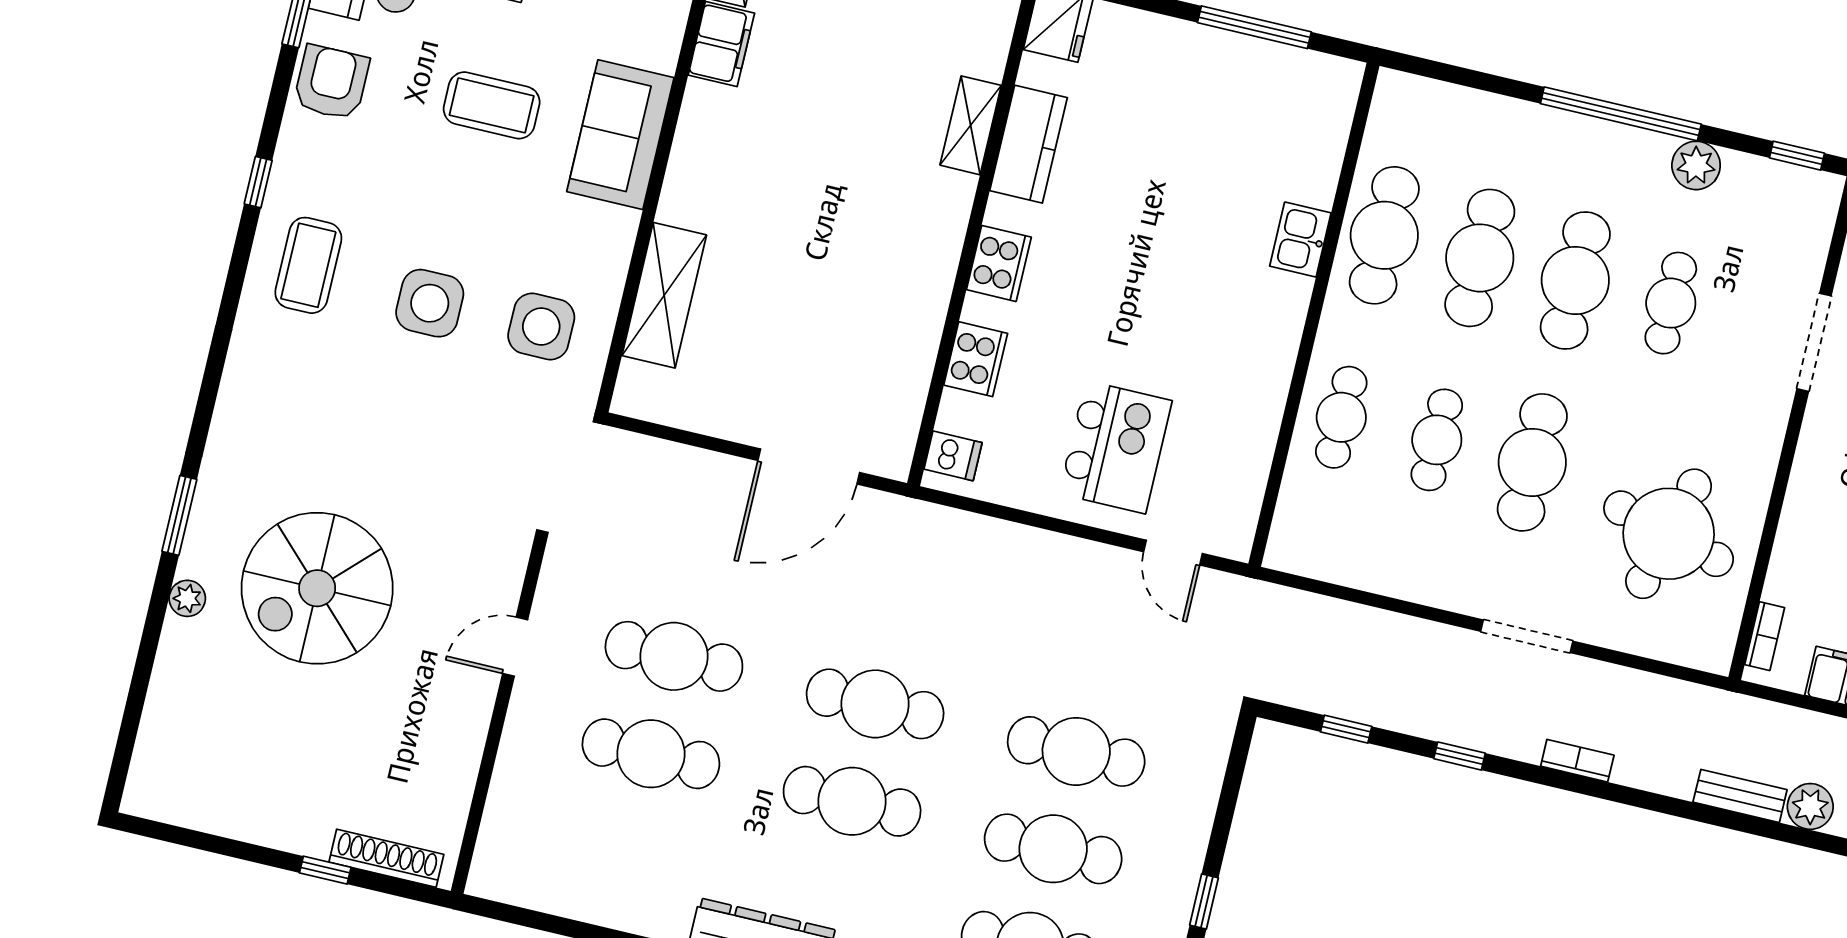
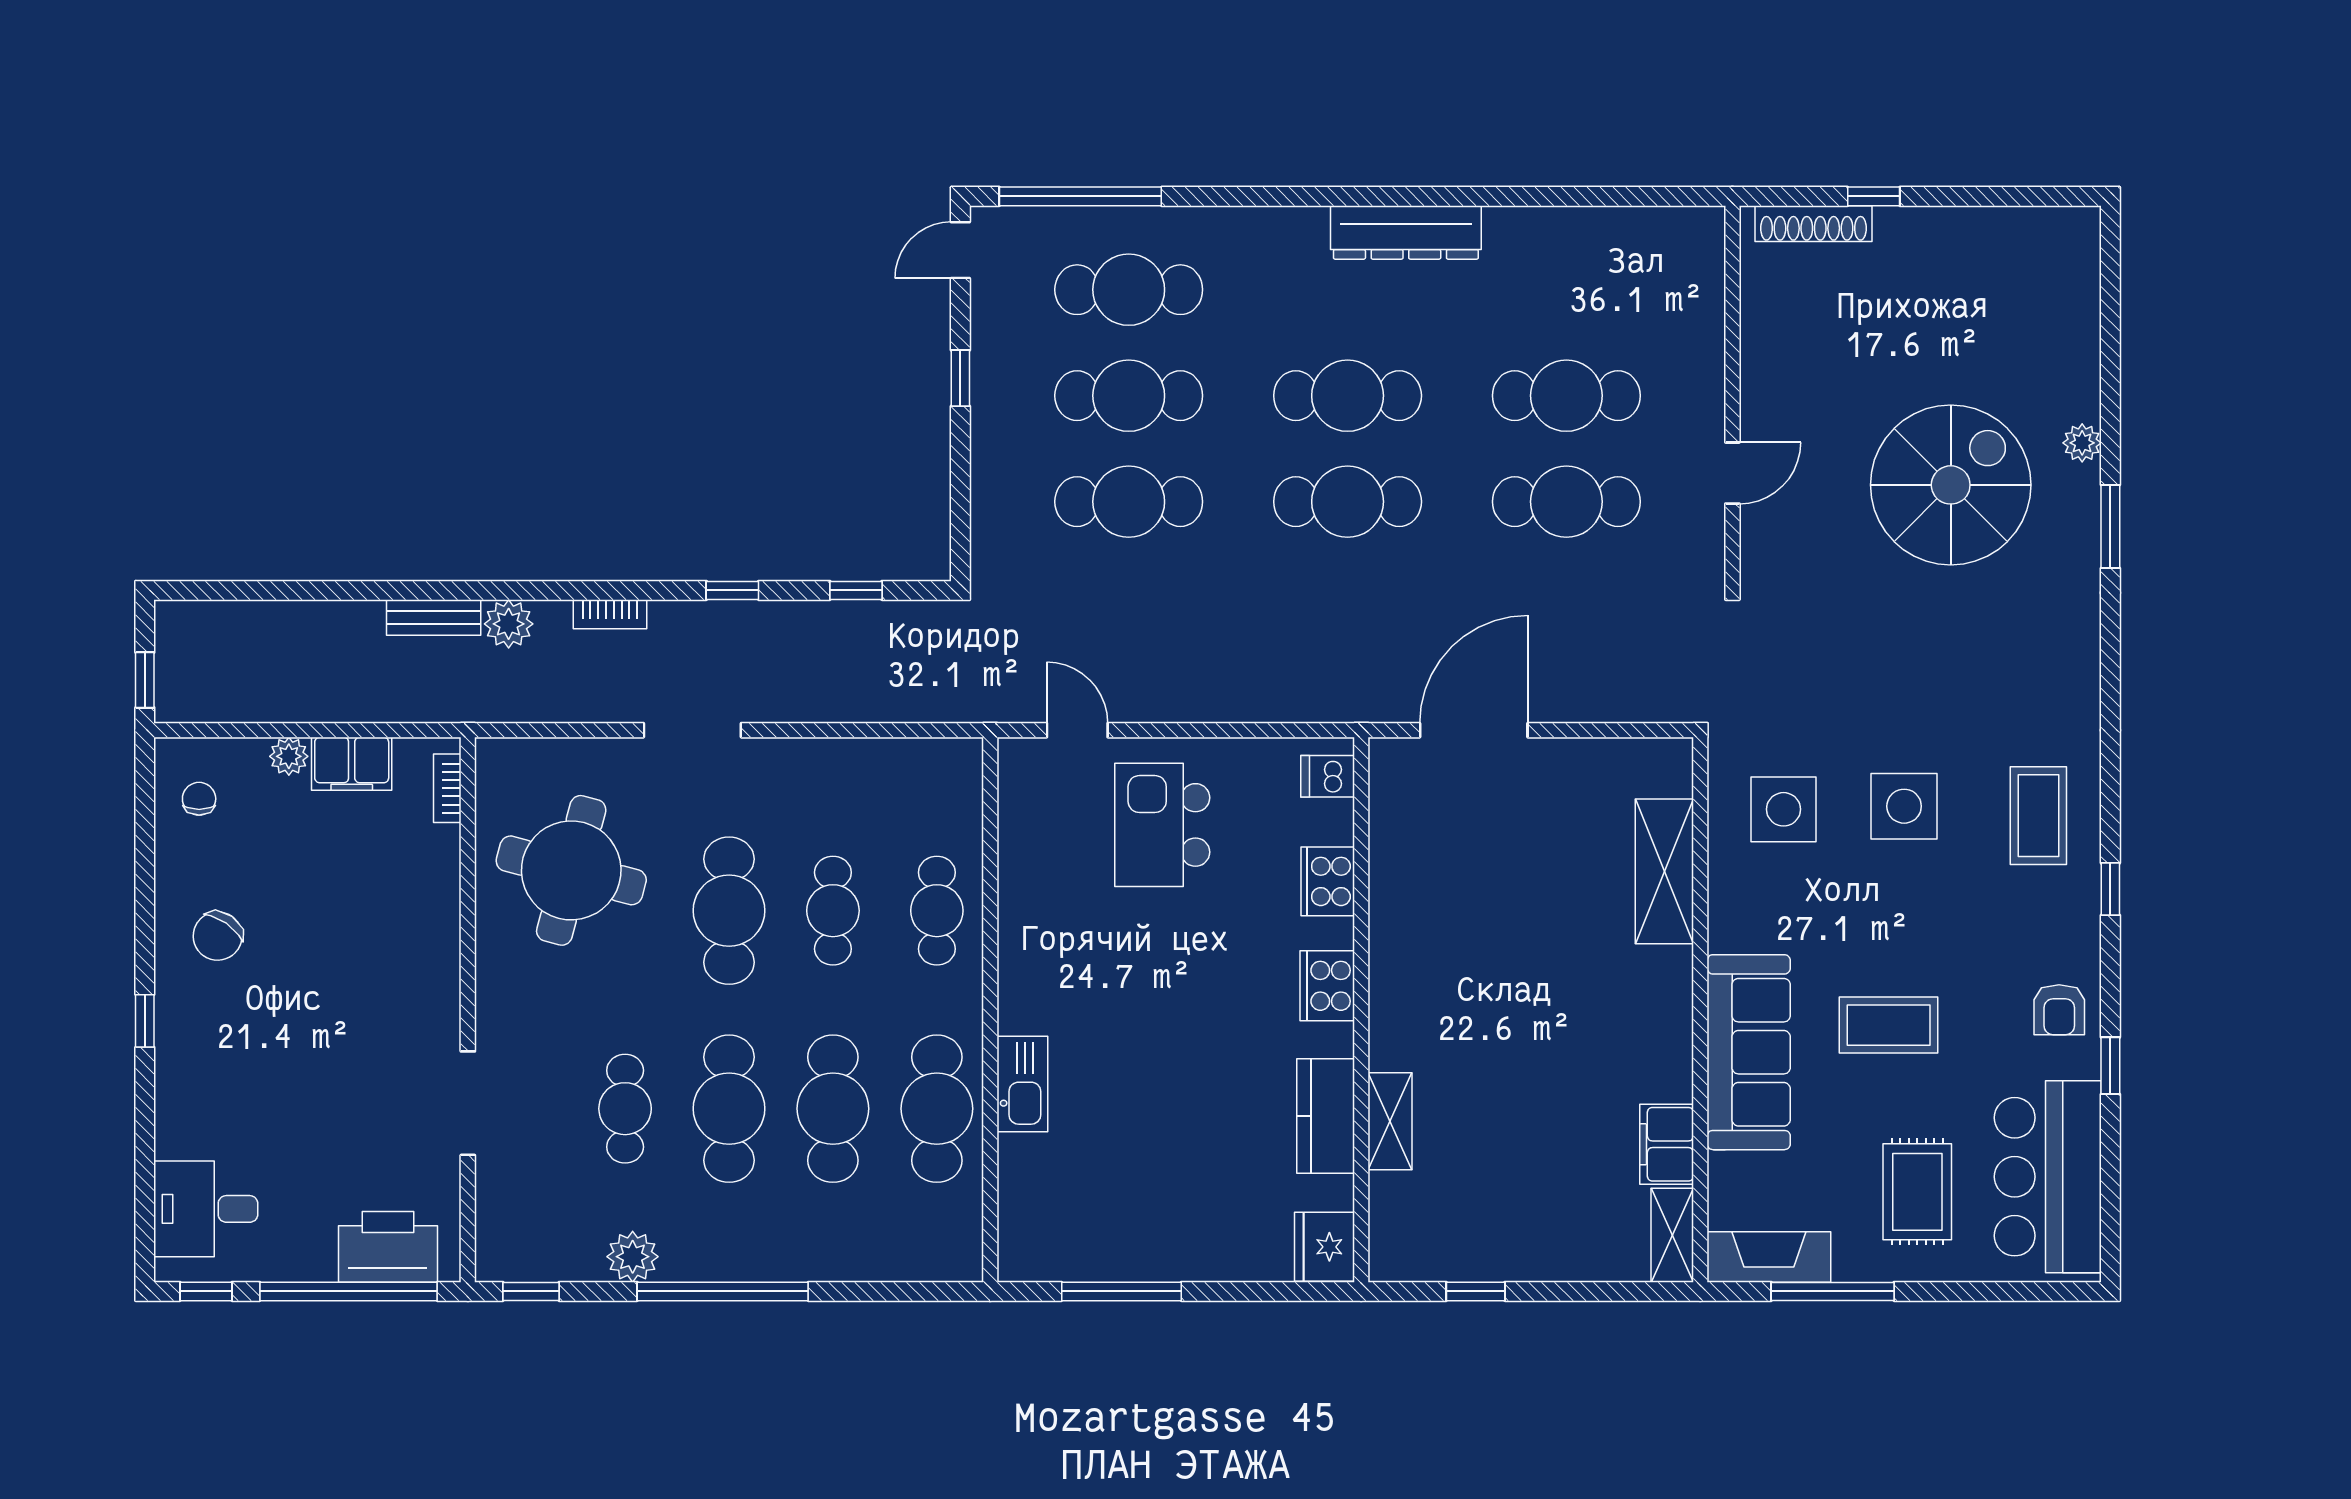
armchair: (331, 82) -> (2059, 1010), width x0.72, depth x0.72
sofa: (620, 135) -> (1749, 1052), width x1.36
kitchen sink: (1300, 239) -> (1022, 1084), width x1.38
plant: (1810, 806) -> (509, 624), moved

